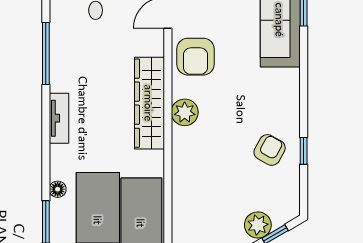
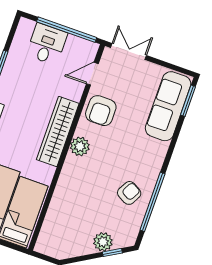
window: (304, 151) -> (152, 202), width x3.17

